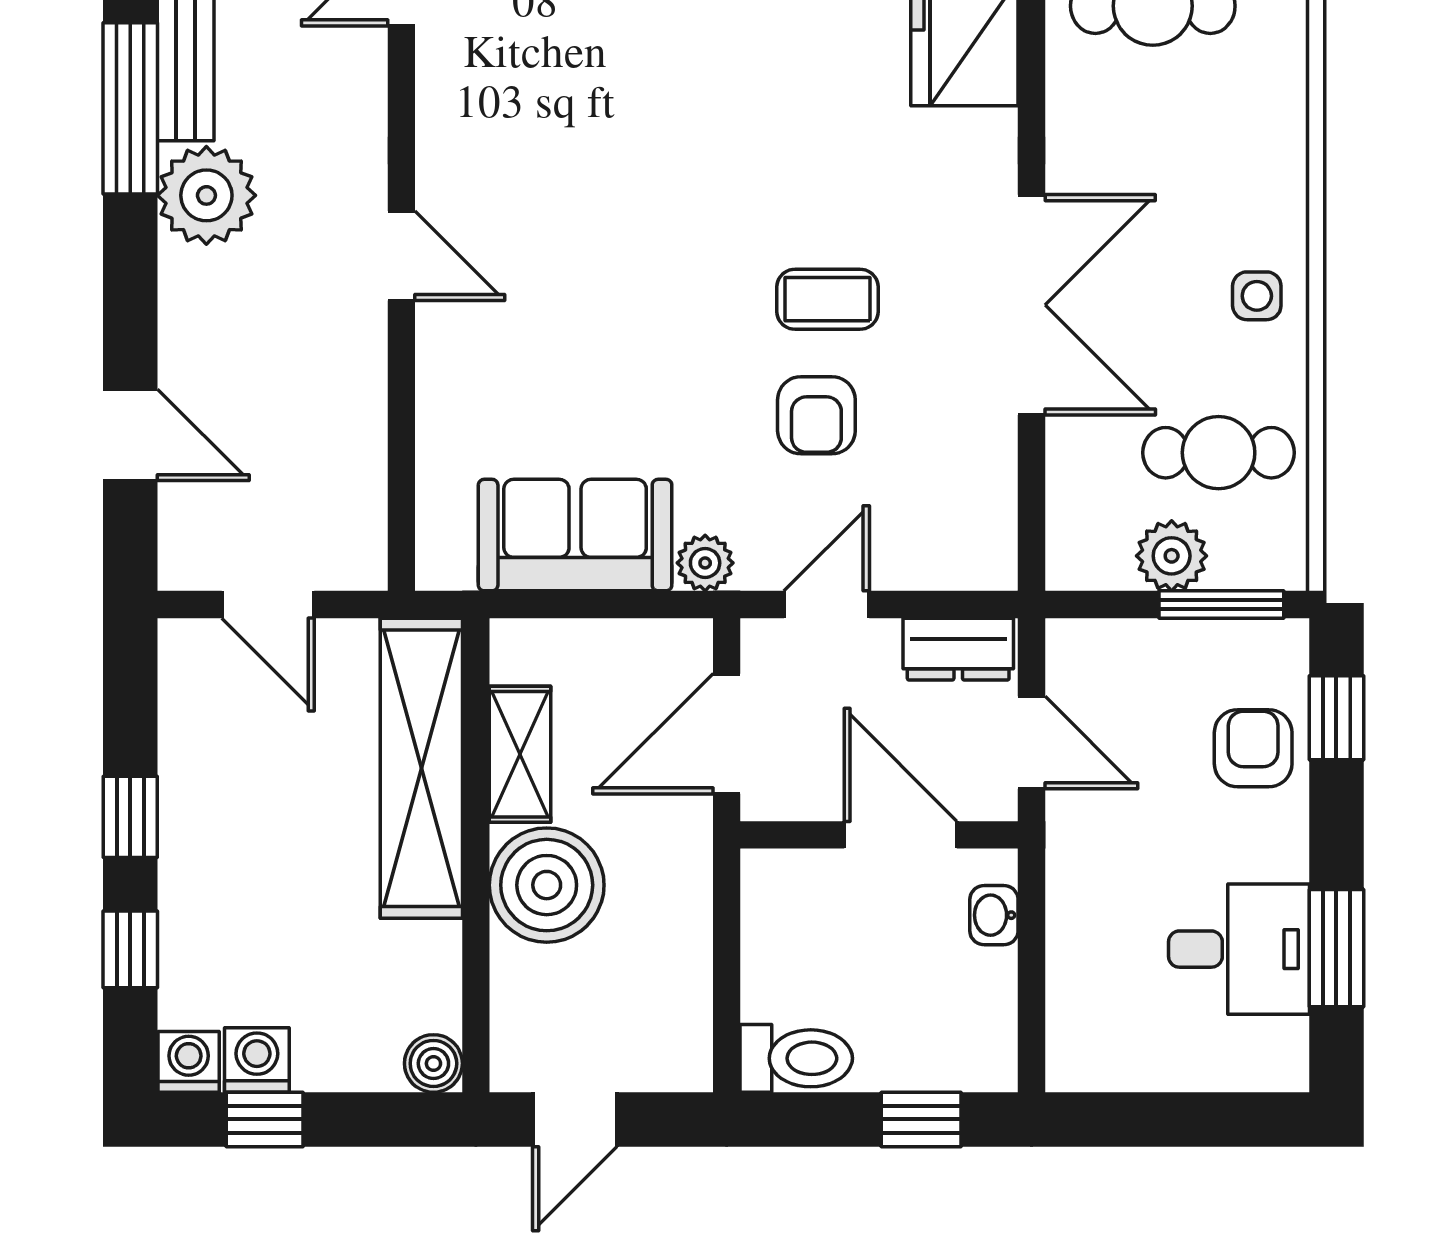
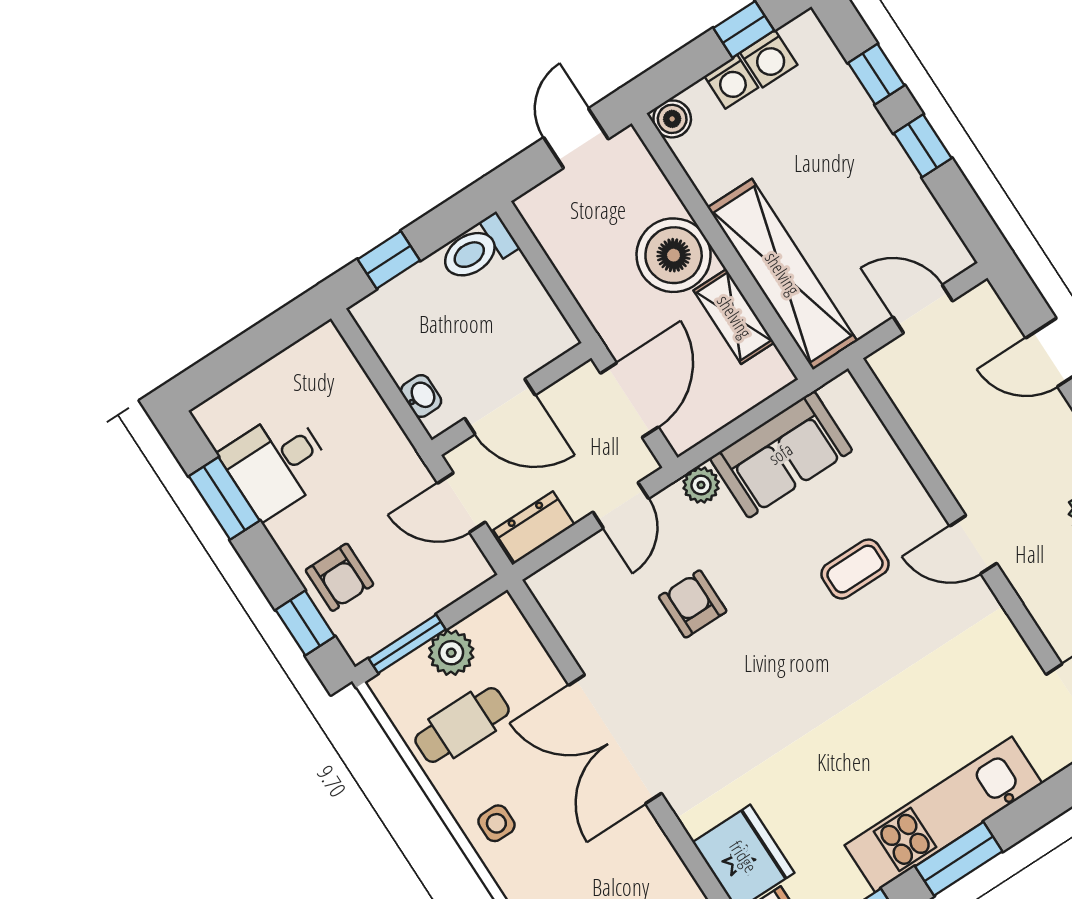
coffee table: (828, 299) -> (855, 569), moved
washing machine: (189, 1062) -> (731, 82), moved

